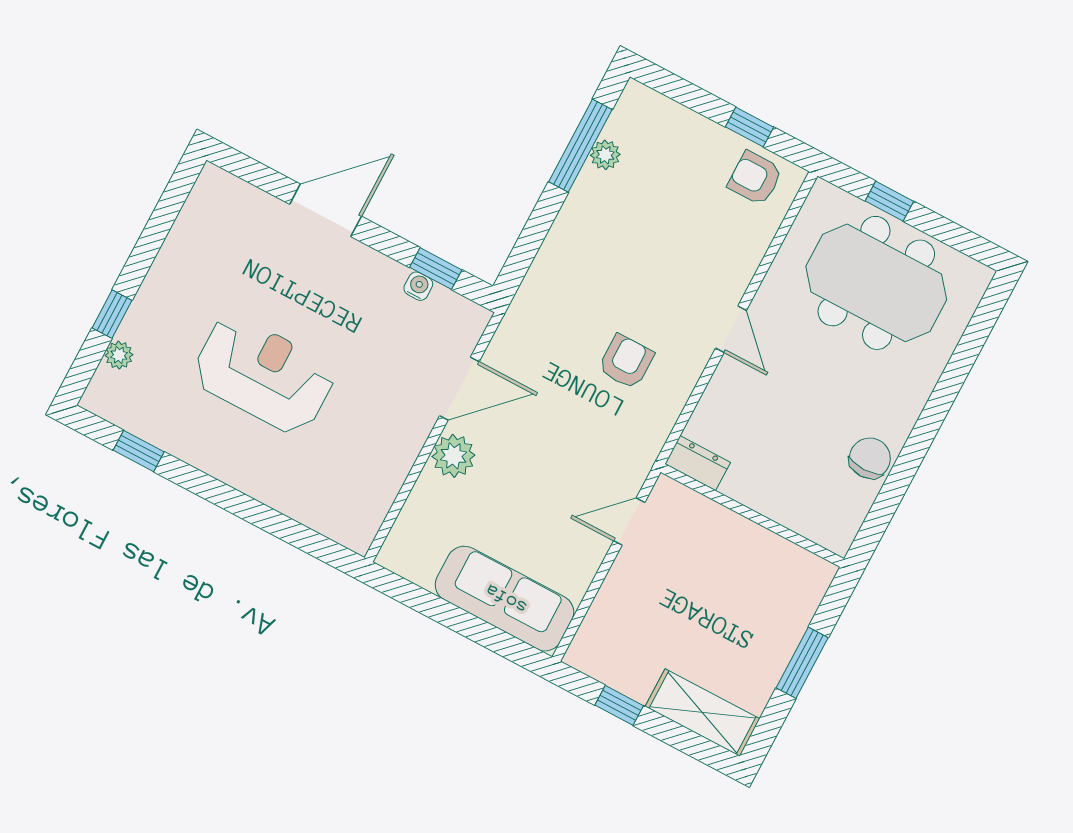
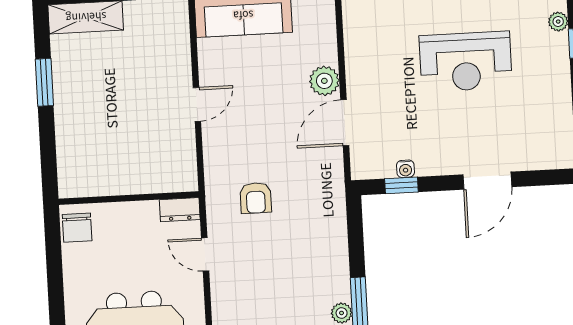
dresser: (698, 463) -> (180, 210), moved
wall: (752, 516) -> (129, 198), moved

